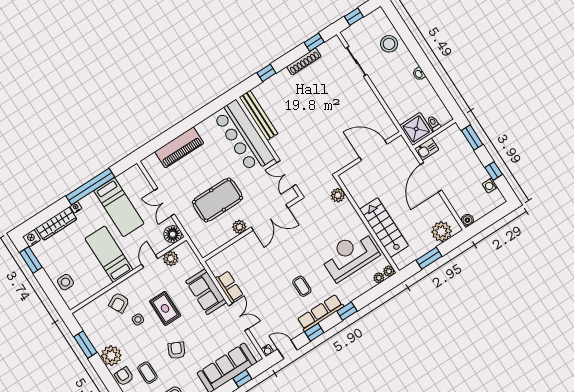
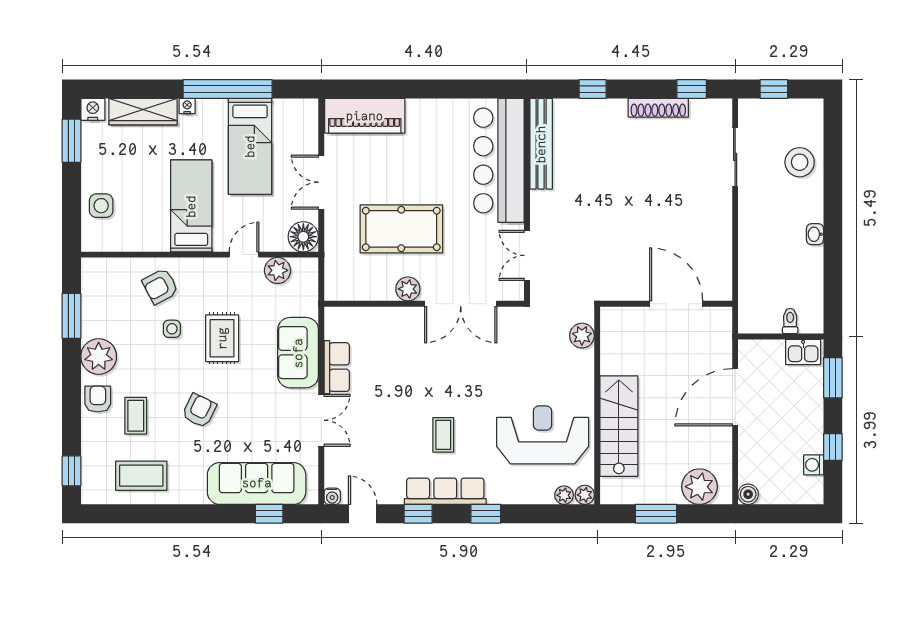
shower: (416, 129) -> (759, 312), removed
piano: (179, 147) -> (365, 116), moved
kitchen sink: (427, 149) -> (803, 352), moved

